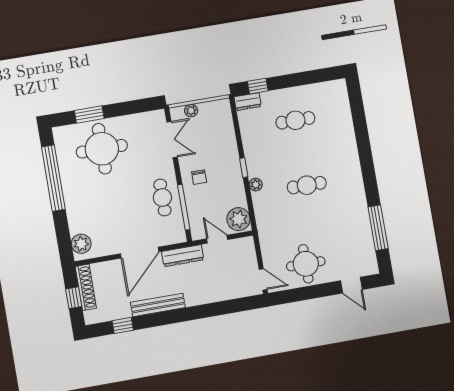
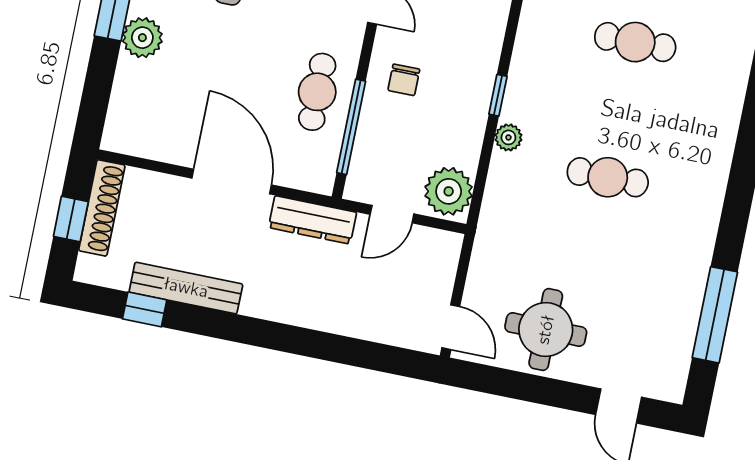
door: (217, 239) -> (392, 214), swing flipped
plant: (81, 244) -> (142, 38), moved
door: (140, 253) -> (232, 181), swing flipped
bench: (158, 305) -> (186, 288), moved

